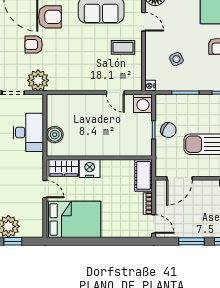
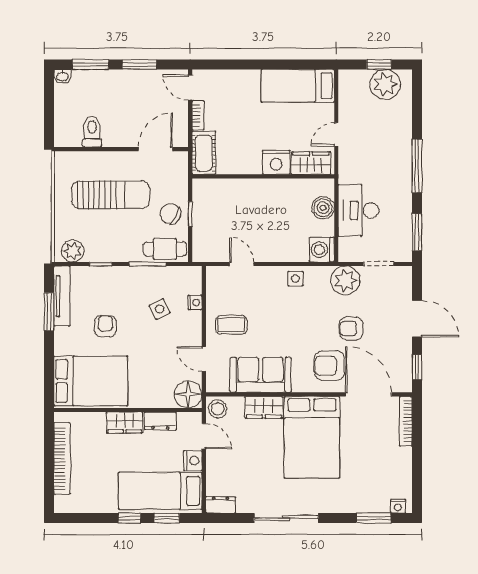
armchair: (34, 45) -> (351, 328), turned 180
side table: (75, 82) -> (295, 279), added
nightstand: (150, 86) -> (195, 303), moved
washing machine: (143, 103) -> (322, 250), moved, turned -90
cafe table: (172, 104) -> (165, 249), added
door: (45, 189) -> (336, 134), hinge flipped
bed: (73, 219) -> (298, 86), width x0.67

